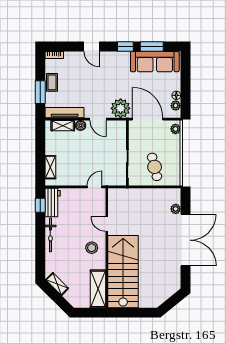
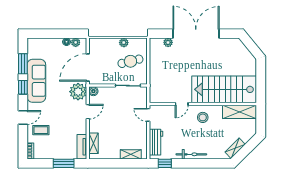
sofa: (155, 62) -> (36, 81), moved
coffee table: (52, 82) -> (41, 130), moved
tv unit: (65, 113) -> (82, 147), width x0.71
boiler: (81, 125) -> (93, 91), moved
plant: (175, 129) -> (124, 43), moved
workbench: (53, 203) -> (156, 142), moved, turned 90

